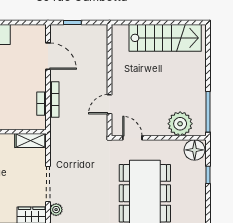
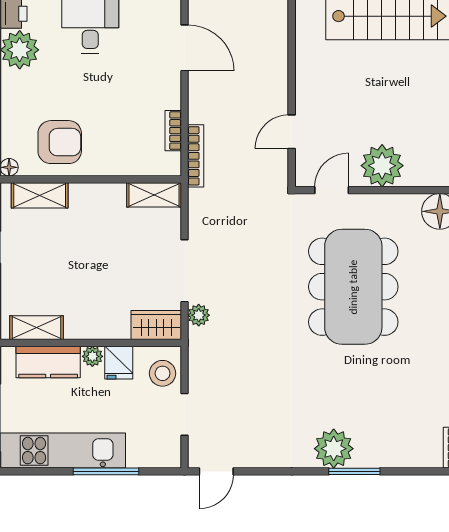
bookcase: (54, 100) -> (196, 156), moved
plant: (180, 124) -> (382, 166), moved
door: (132, 138) -> (332, 190), hinge flipped

